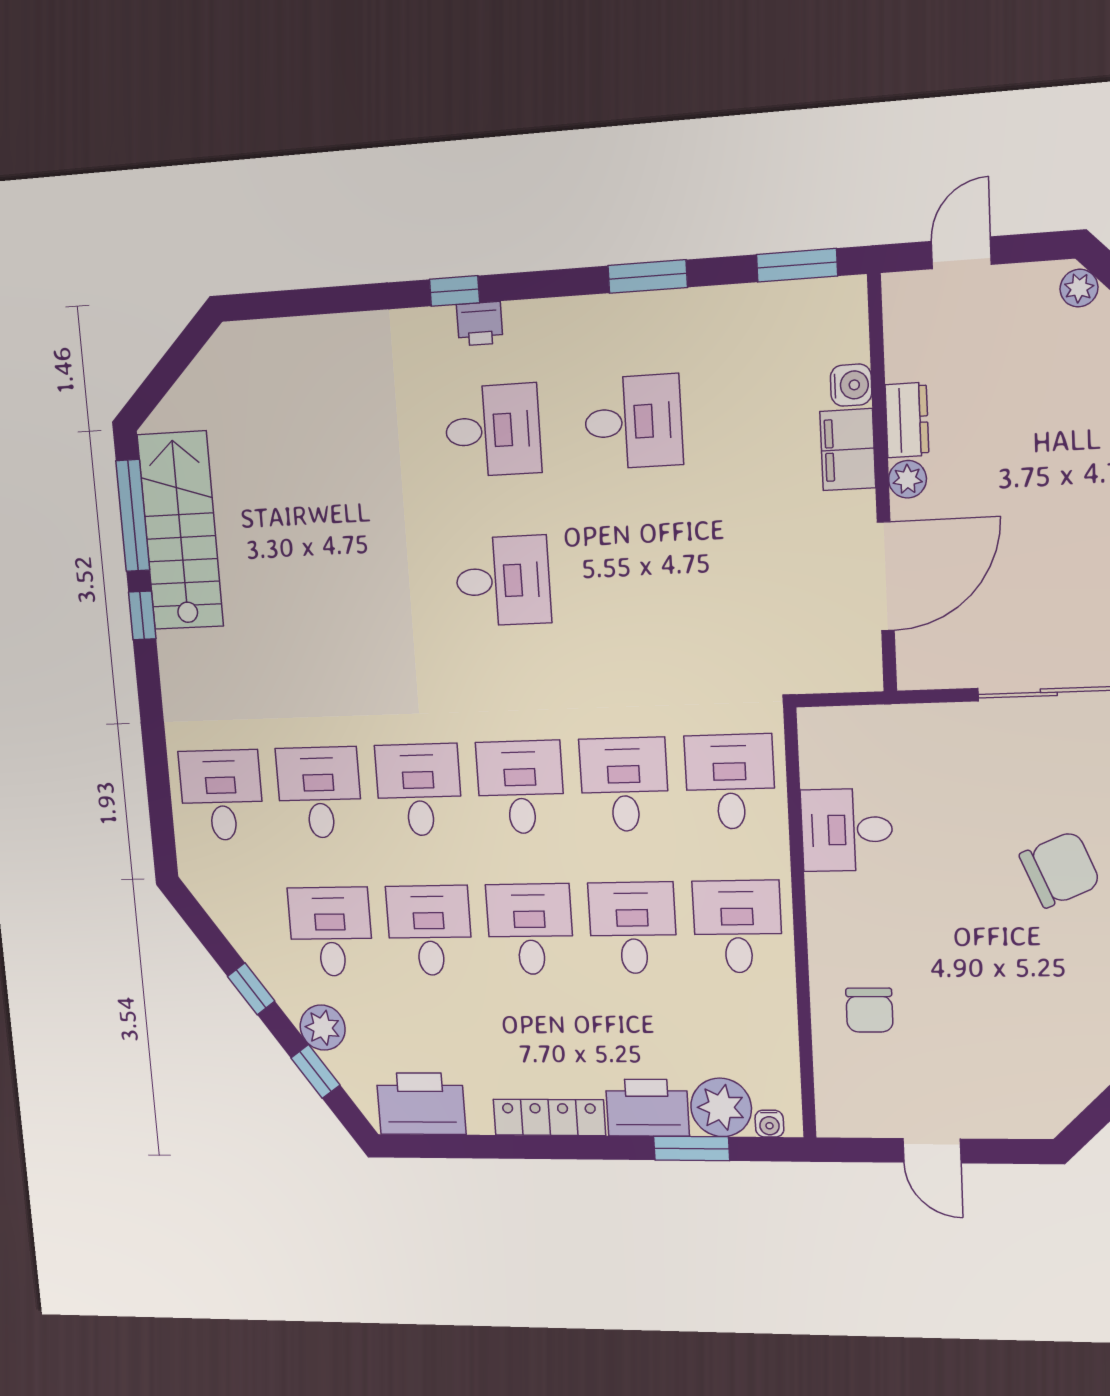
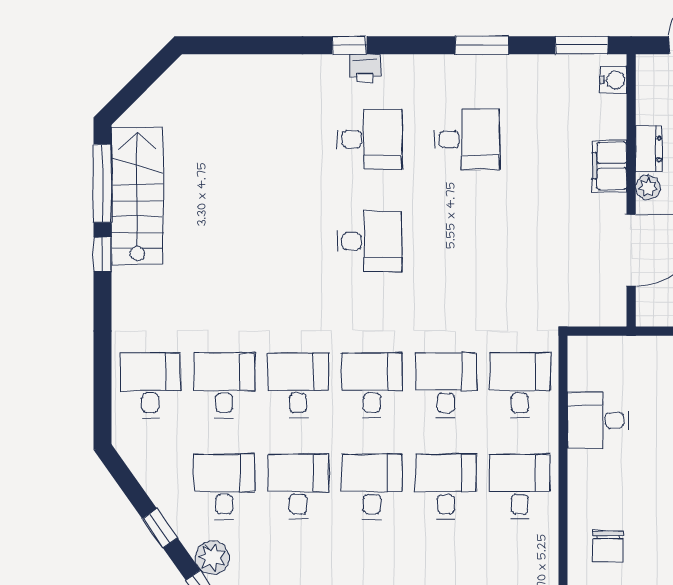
water cooler: (851, 385) -> (613, 80), moved

